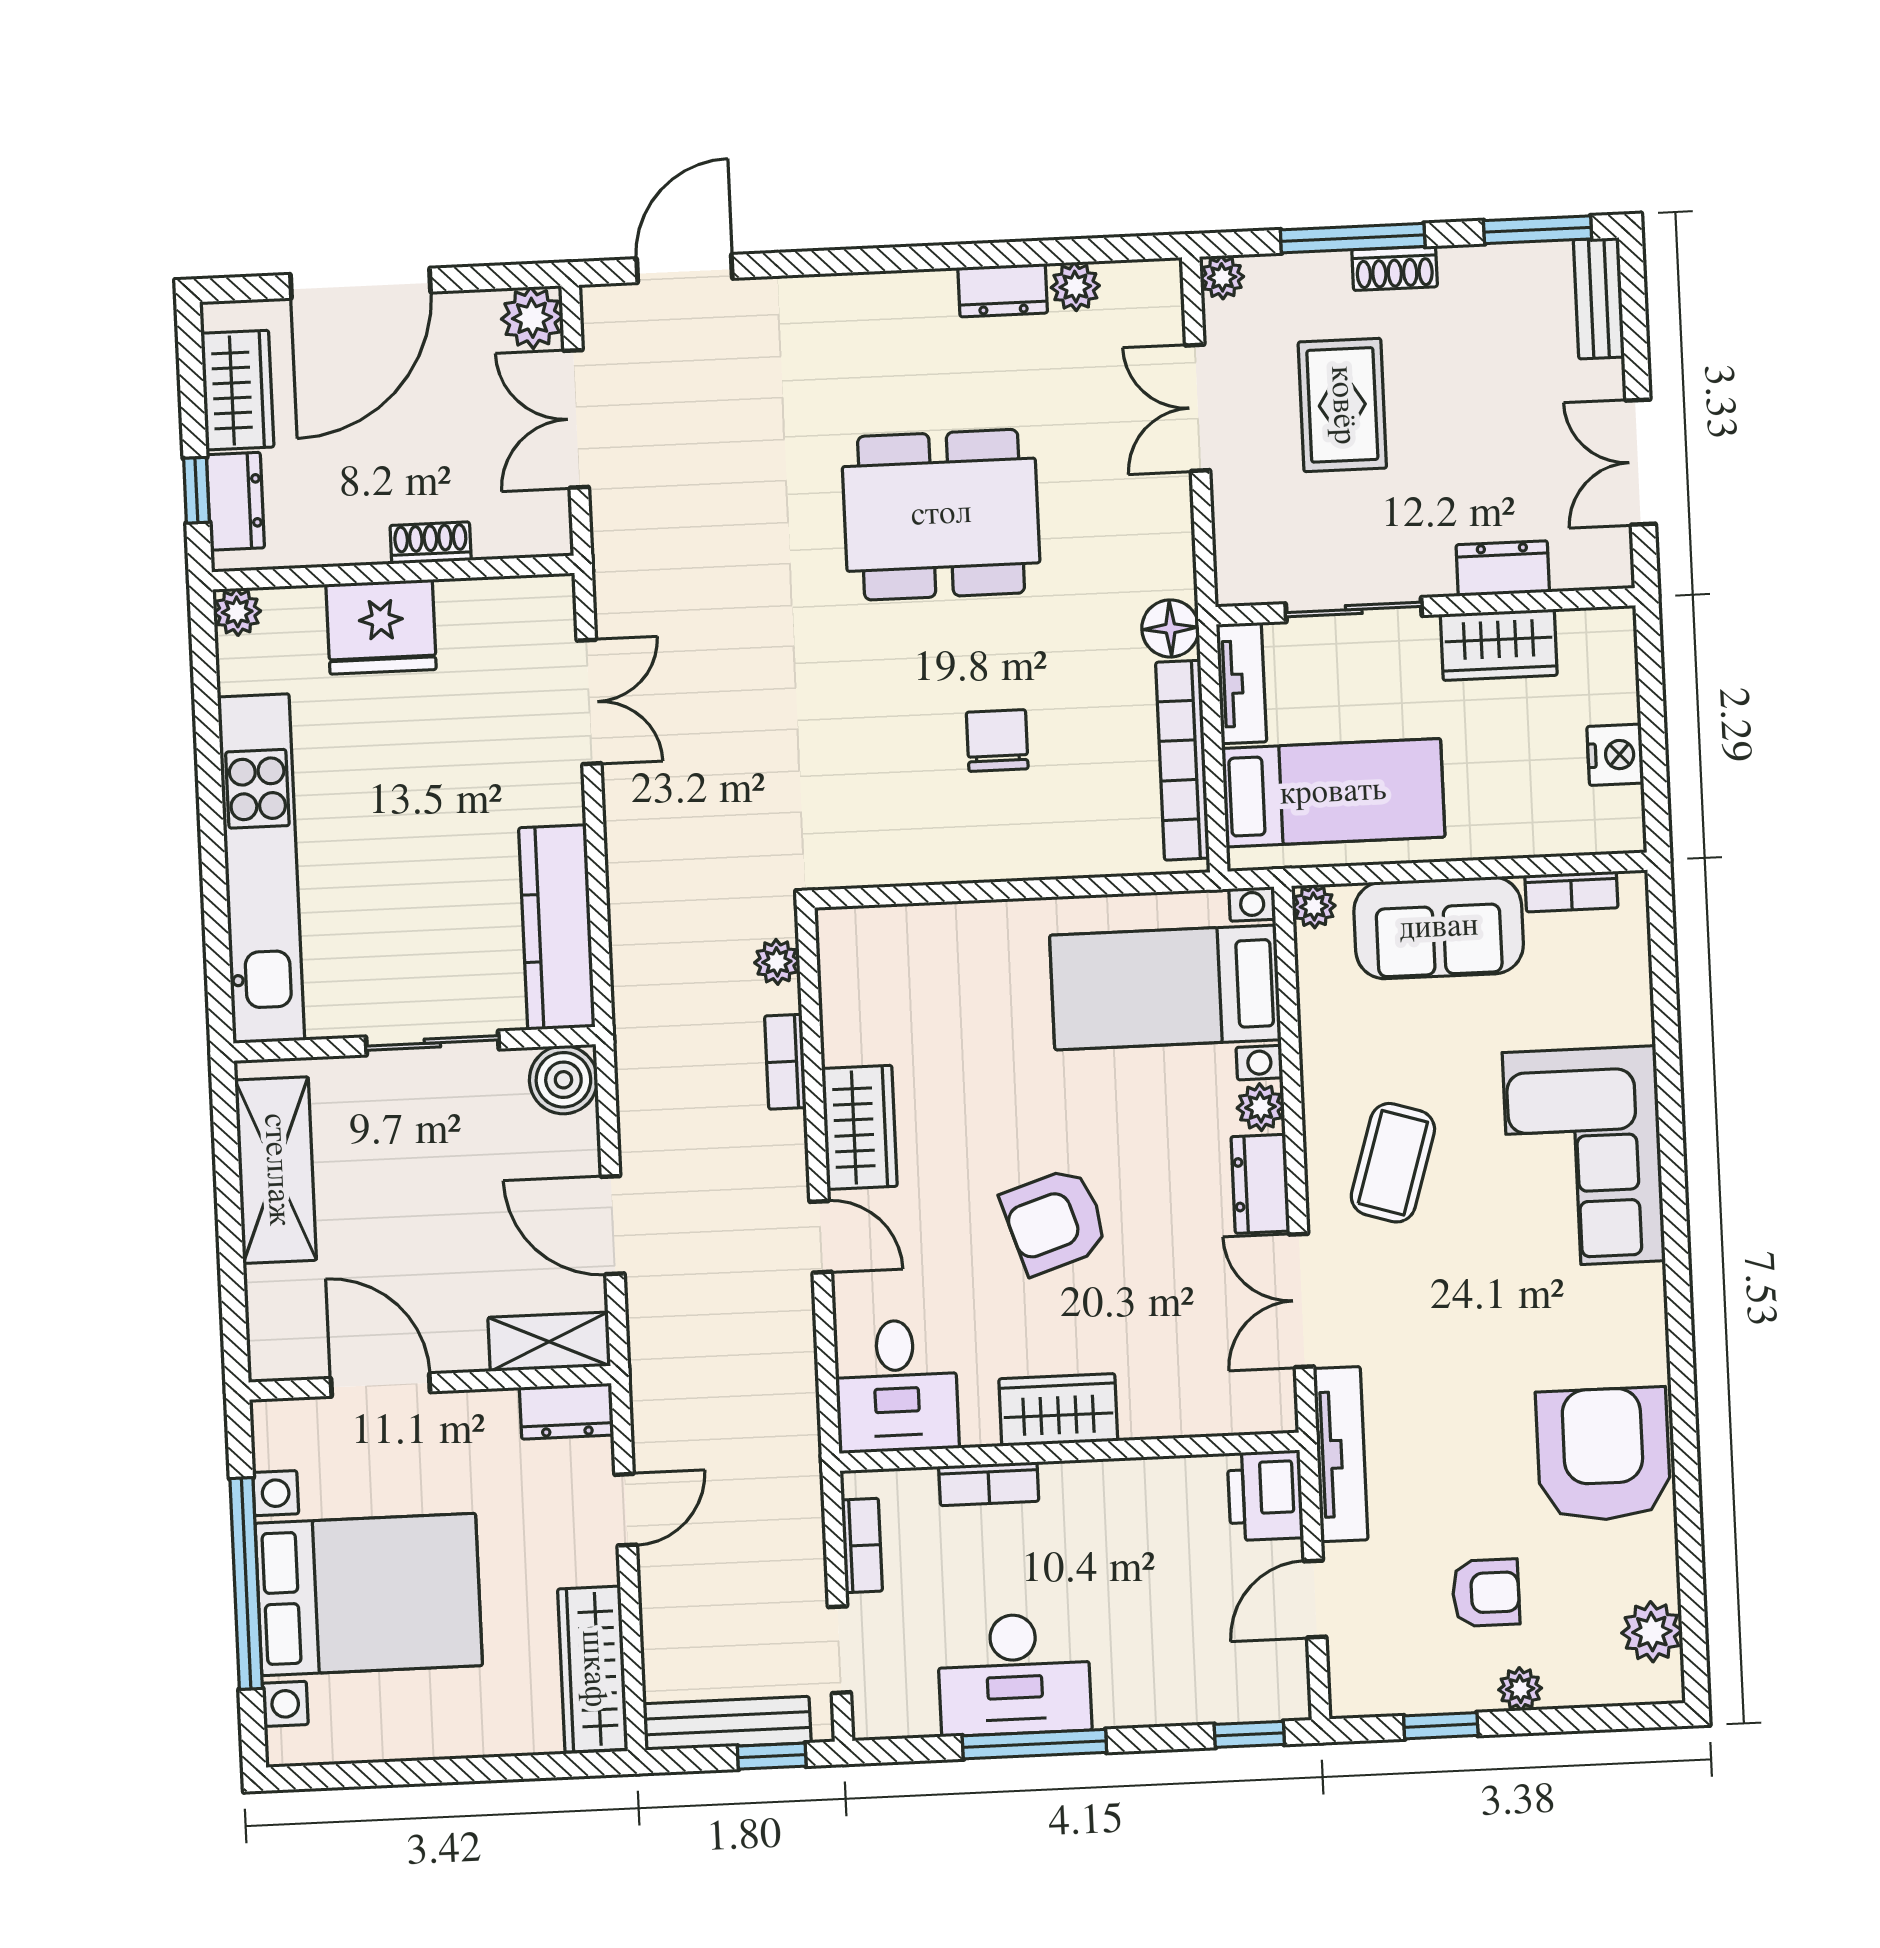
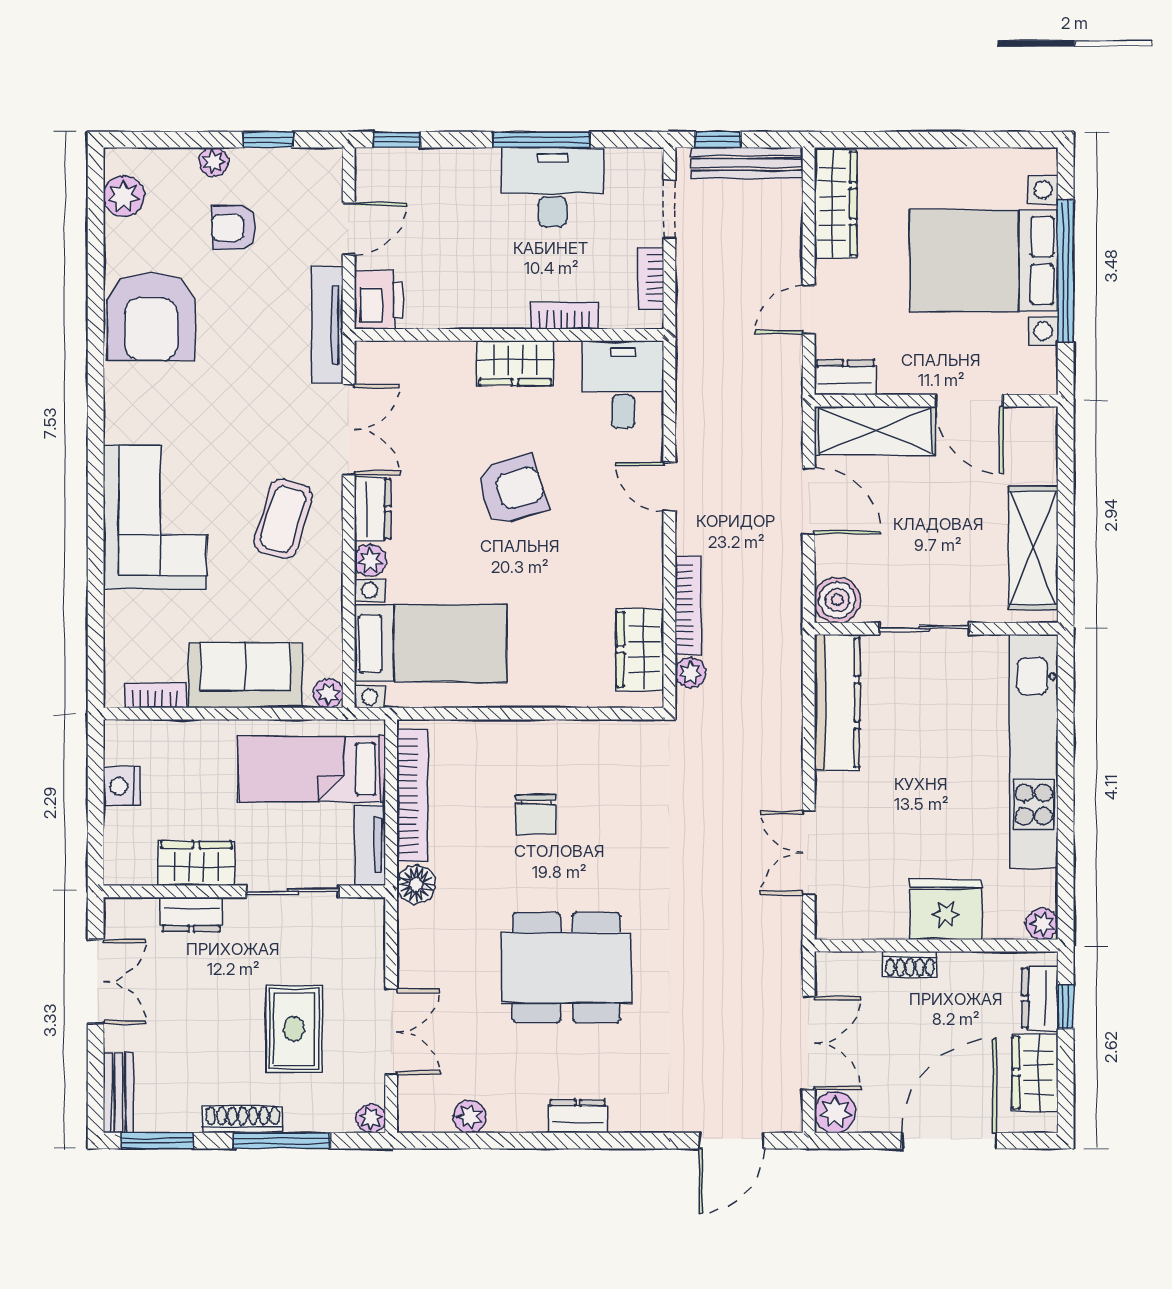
shoe rack: (1395, 268) -> (243, 1119), width x1.43
dresser: (1003, 290) -> (578, 1116), moved
bookcase: (785, 1062) -> (688, 605), width x1.56
wardrobe: (859, 1127) -> (640, 649), moved
shelving: (549, 1342) -> (875, 431), width x1.50, depth x1.33

